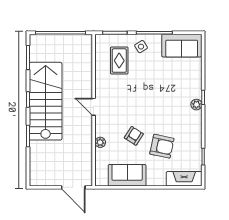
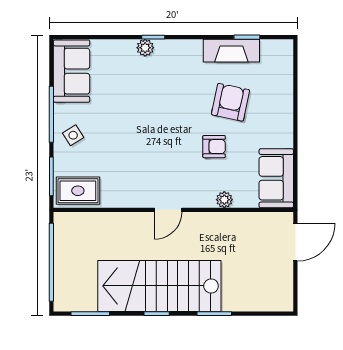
rug: (119, 61) -> (78, 191), moved
plant: (196, 105) -> (145, 48), moved
armchair: (134, 136) -> (214, 147), turned 147
sofa: (127, 175) -> (276, 178), moved
fireplace: (184, 179) -> (231, 51), moved, turned -90

